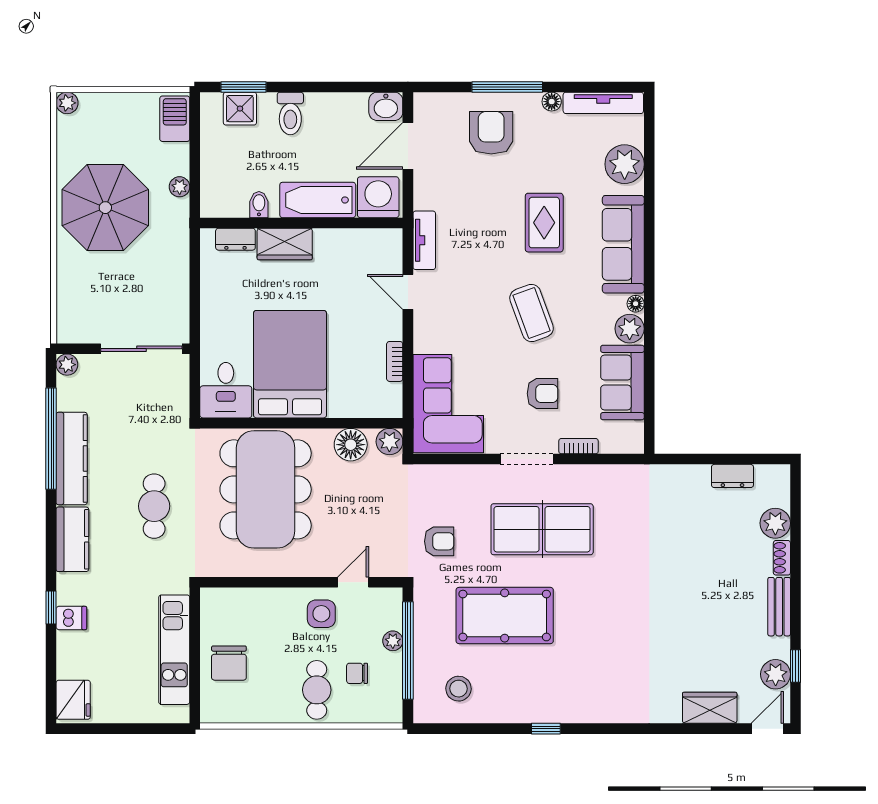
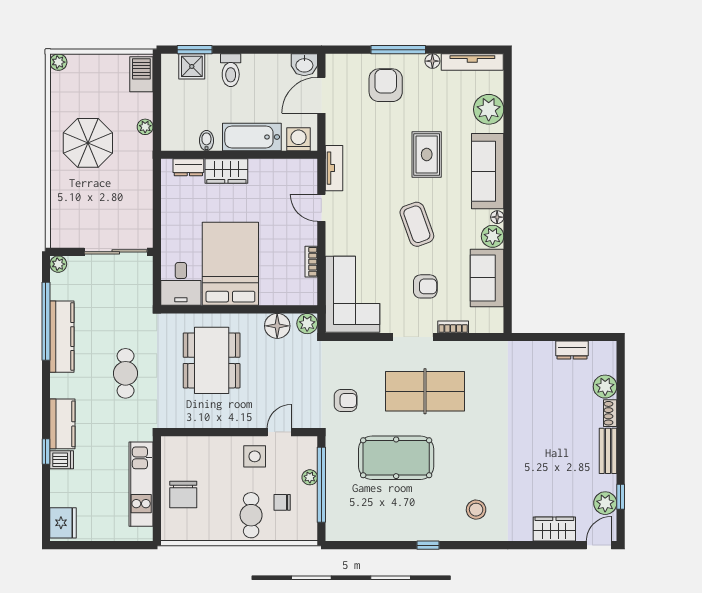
washing machine: (378, 197) -> (299, 139), width x0.73, depth x0.73
parasol: (105, 208) -> (88, 143), width x0.73, depth x0.73
dining table: (266, 489) -> (212, 360), width x0.73, depth x0.80
kitchen counter: (72, 539) -> (62, 424), moved
stool: (459, 689) -> (476, 510), moved

